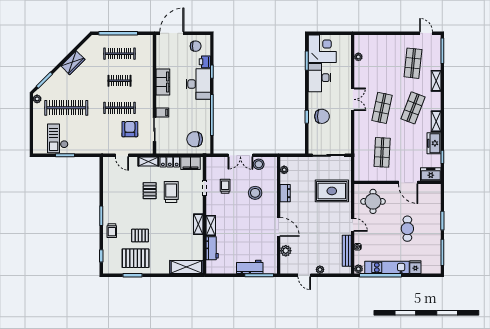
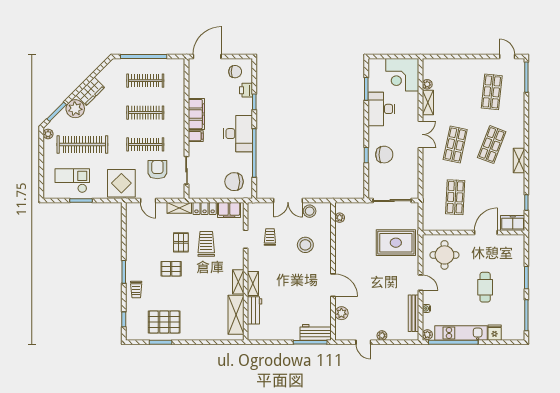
corner desk: (322, 49) -> (402, 75), moved, turned 180
plant: (60, 77) -> (75, 109), added
clothes rail: (120, 81) -> (145, 113), width x1.36
shelving: (436, 81) -> (428, 102), moved
desk: (198, 84) -> (238, 134), moved
filing cabinet: (162, 112) -> (196, 136), moved
checkout: (58, 138) -> (72, 181), turned 90
display table: (99, 141) -> (121, 183), added
freezer: (434, 143) -> (516, 186), removed
door: (408, 182) -> (486, 233), swing flipped
dresser: (285, 193) -> (341, 245), removed
pallet: (140, 236) -> (171, 269), moved
shelving: (186, 267) -> (236, 315), moved, turned 90
workbench: (250, 267) -> (316, 332), moved

